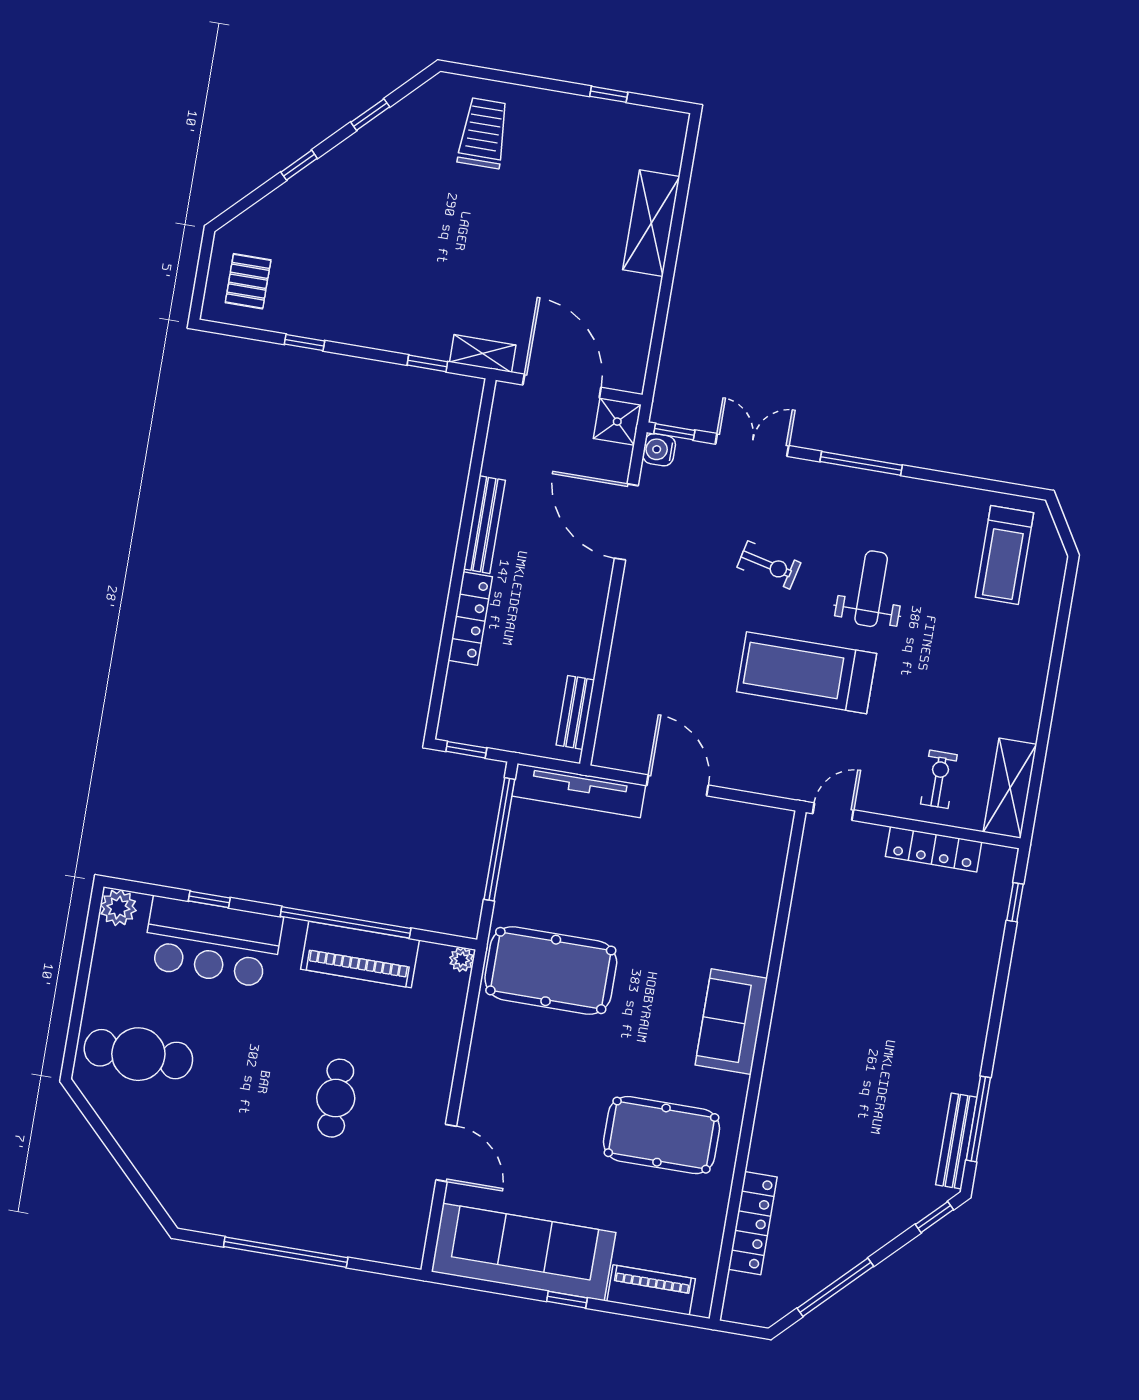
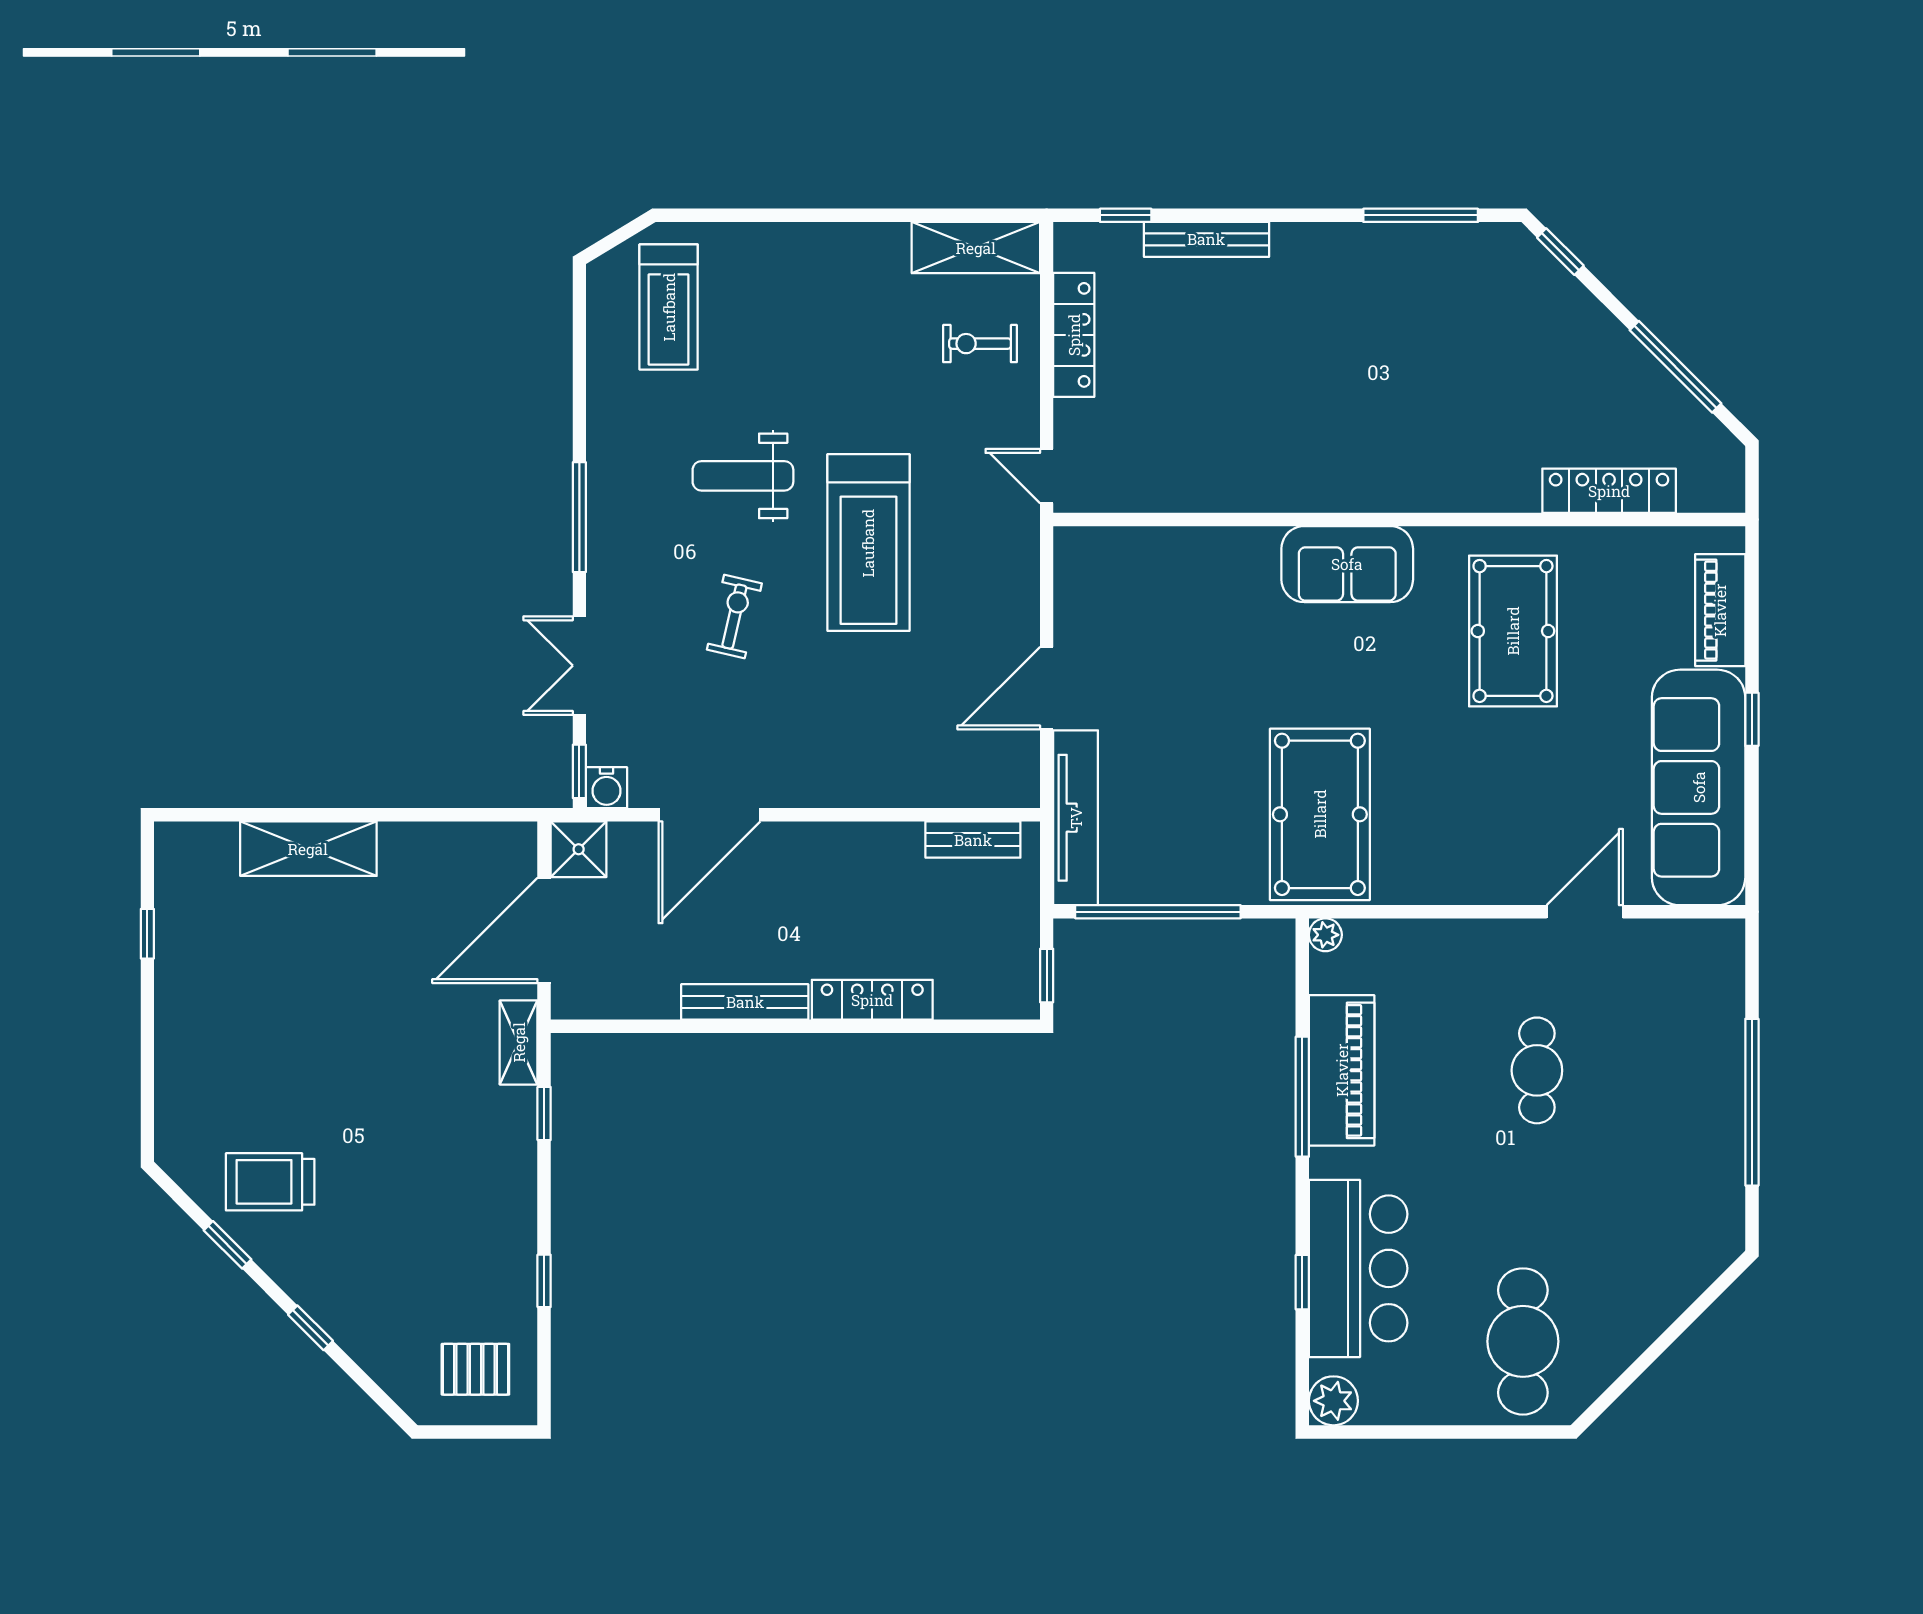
trolley: (483, 133) -> (270, 1182), moved
treadmill: (1004, 555) -> (669, 307), turned 90
window: (346, 922) -> (1302, 1097), width x0.68
cafe table: (336, 1098) -> (1537, 1070), turned 90
bench: (956, 1141) -> (1206, 239), moved

